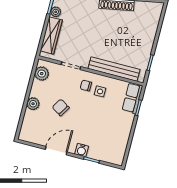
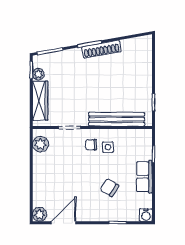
row of seats: (132, 98) -> (144, 177), moved
plant: (33, 104) -> (40, 214), moved
chair: (61, 107) -> (109, 188), moved
water cooler: (82, 150) -> (146, 215), moved
door: (56, 151) -> (64, 223), moved

